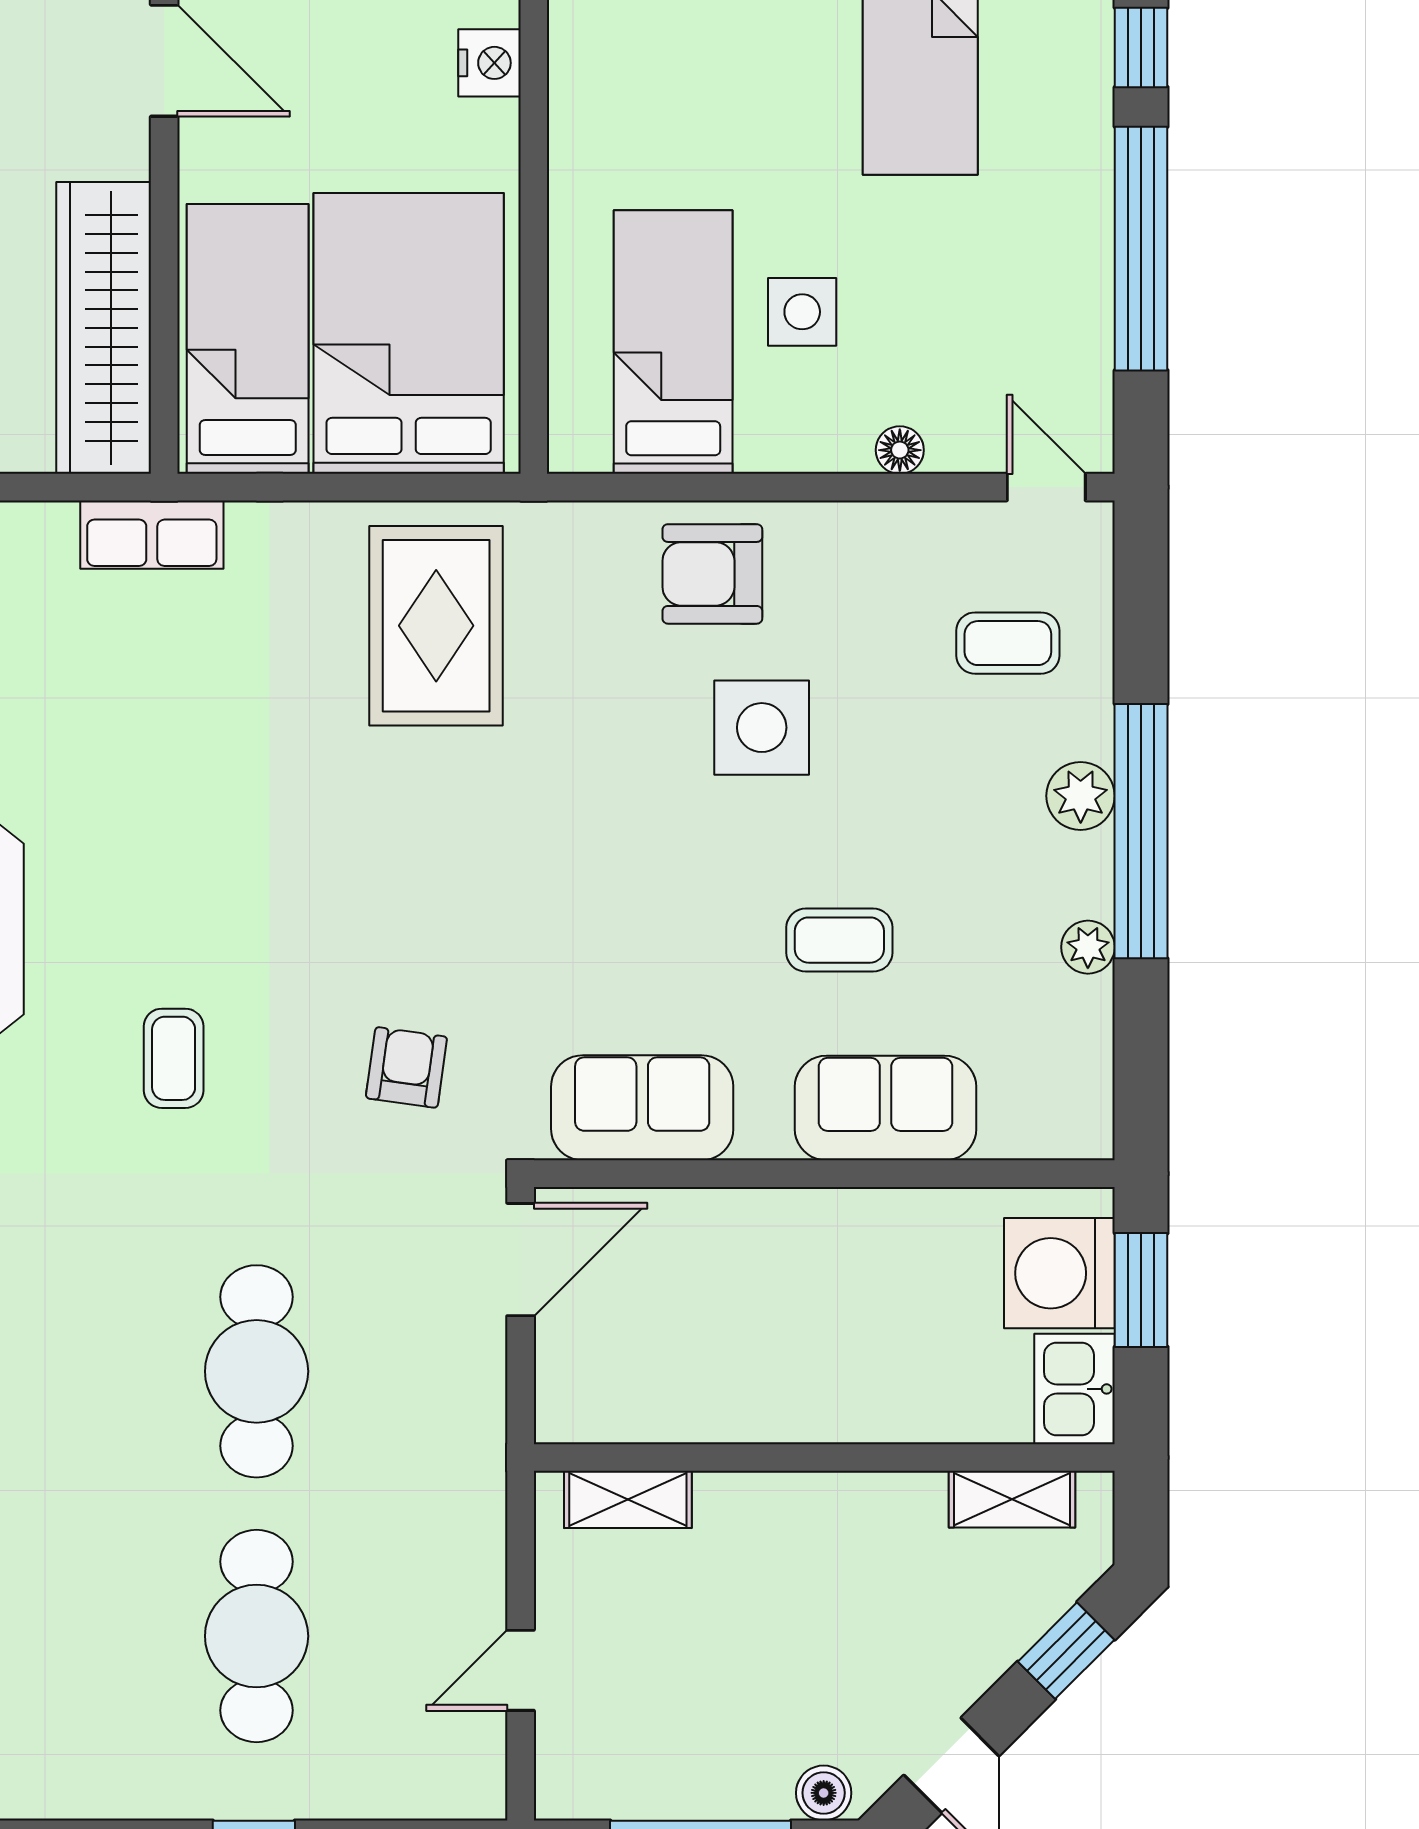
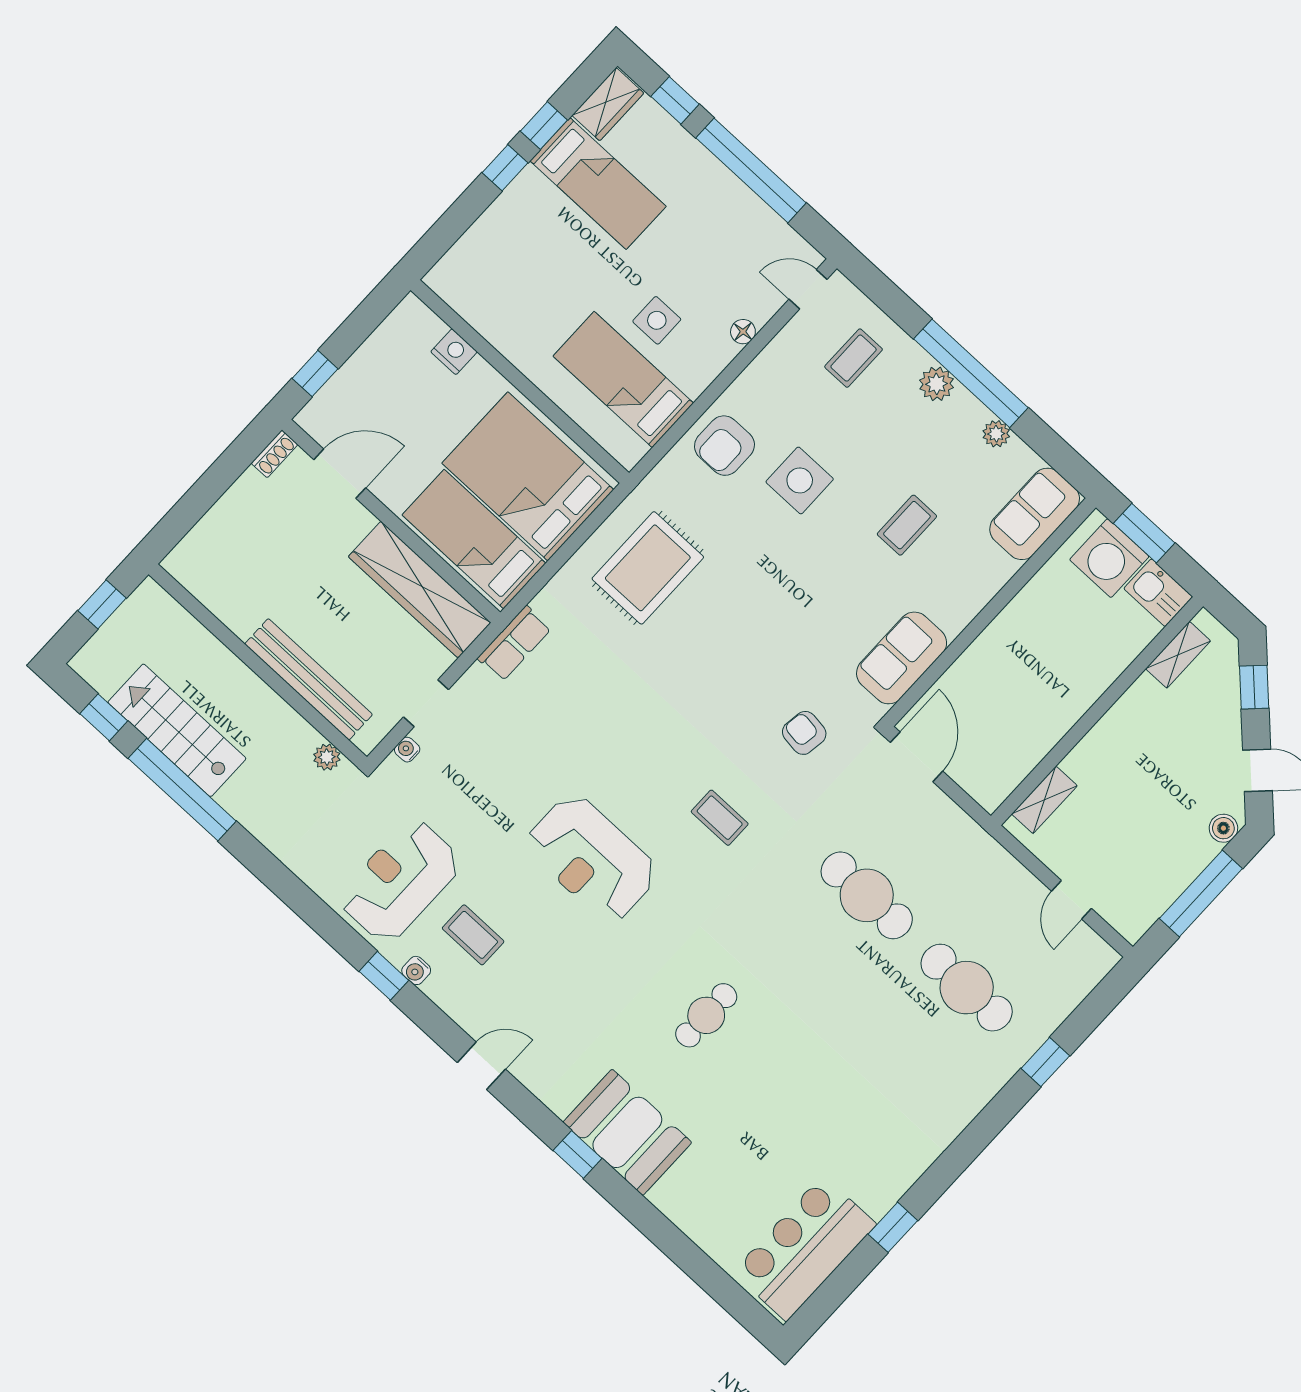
rug: (436, 626) -> (648, 568), turned 90
sofa: (886, 1108) -> (1035, 514), moved

